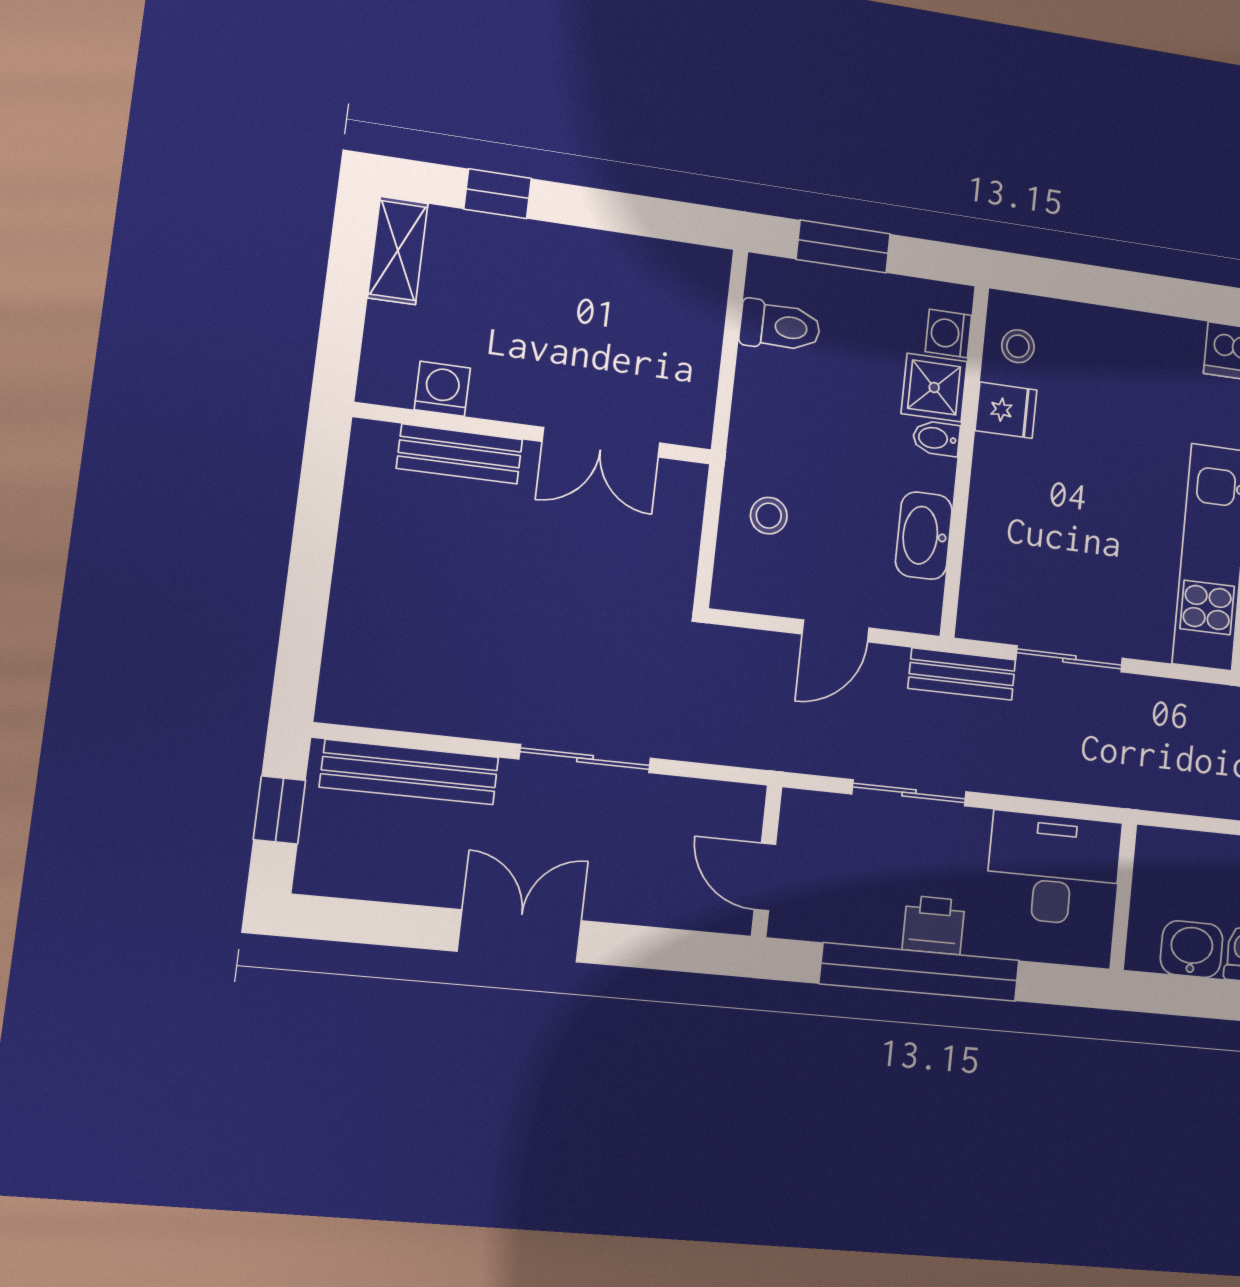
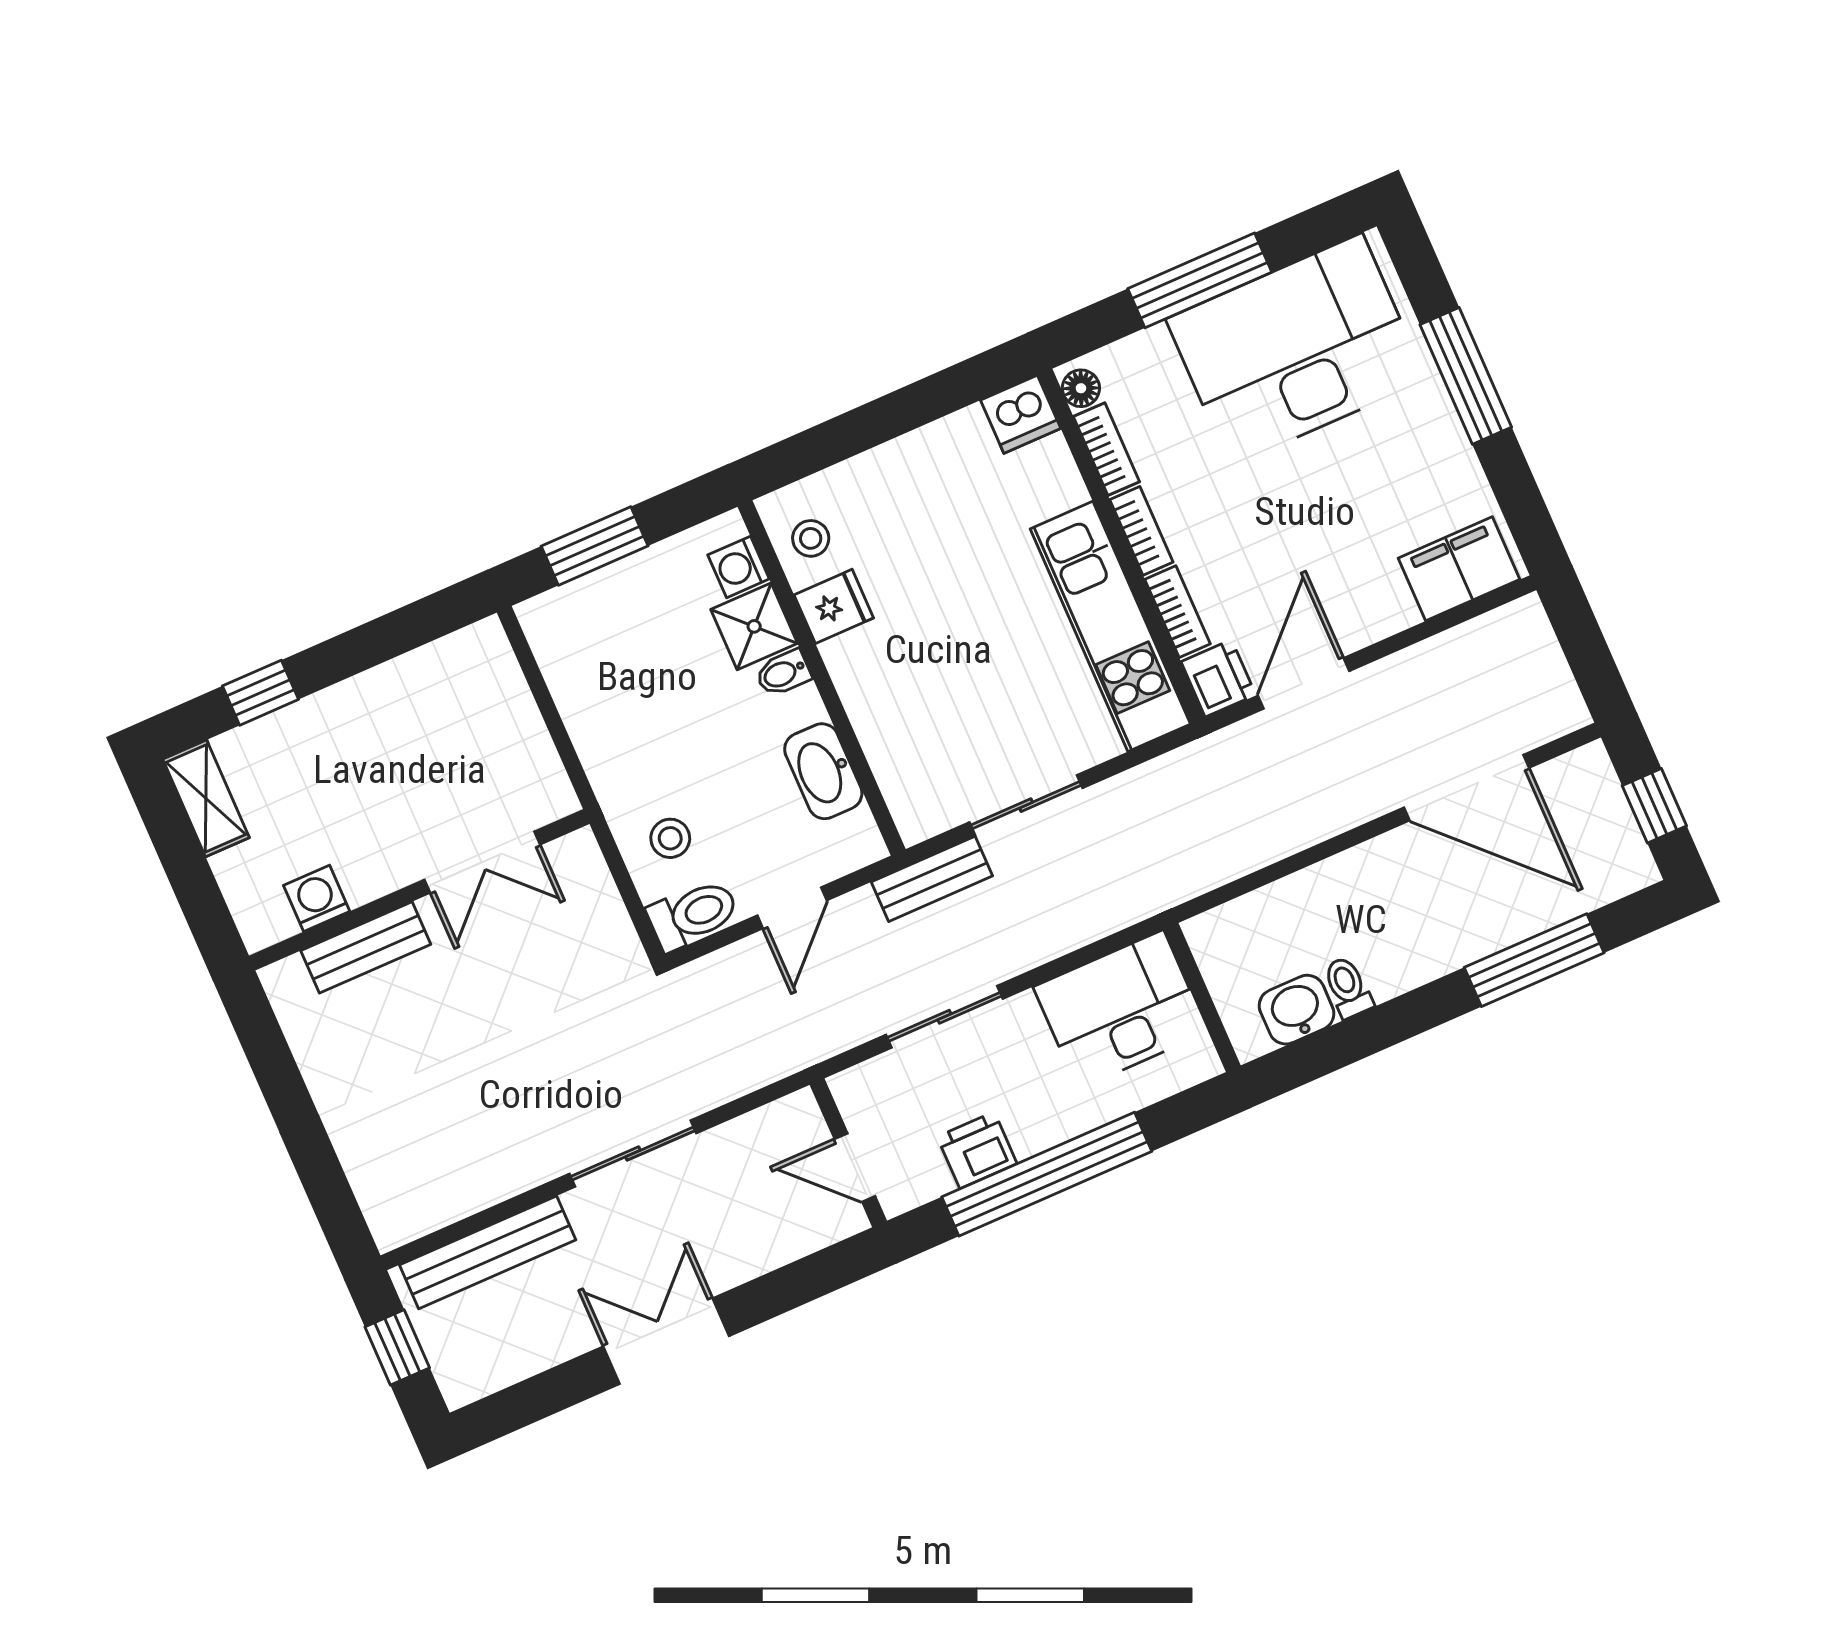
toilet: (780, 326) -> (693, 915), moved
printer: (934, 925) -> (977, 1150), moved

